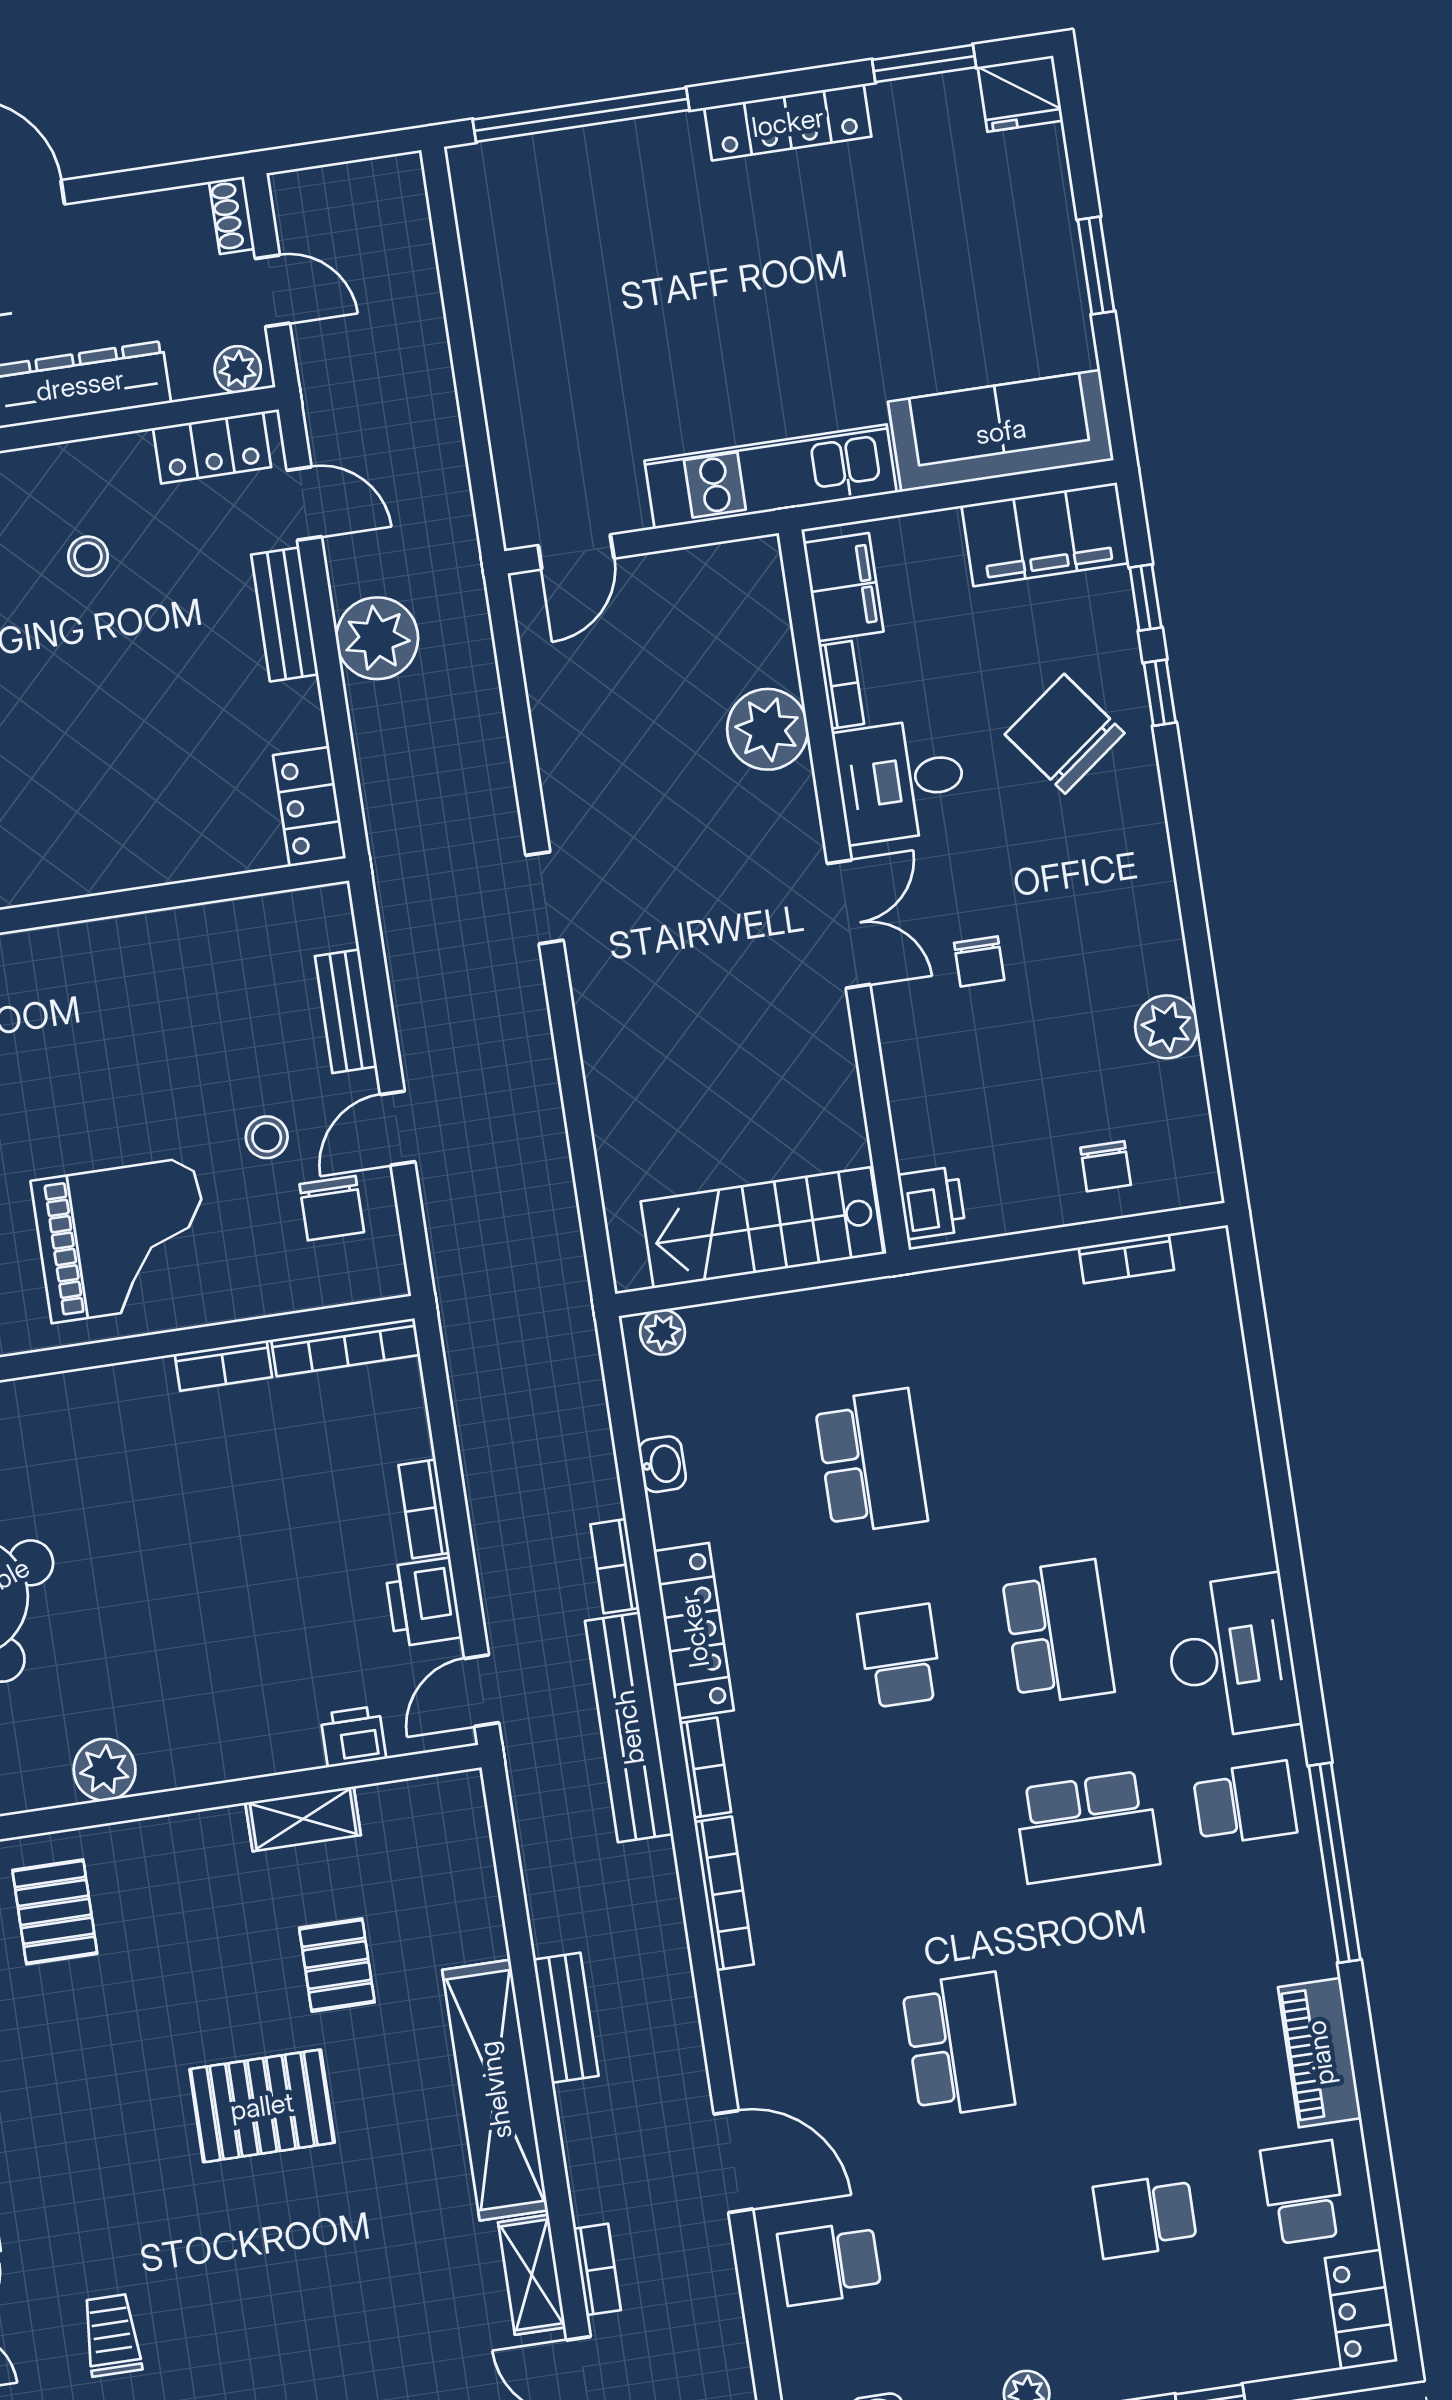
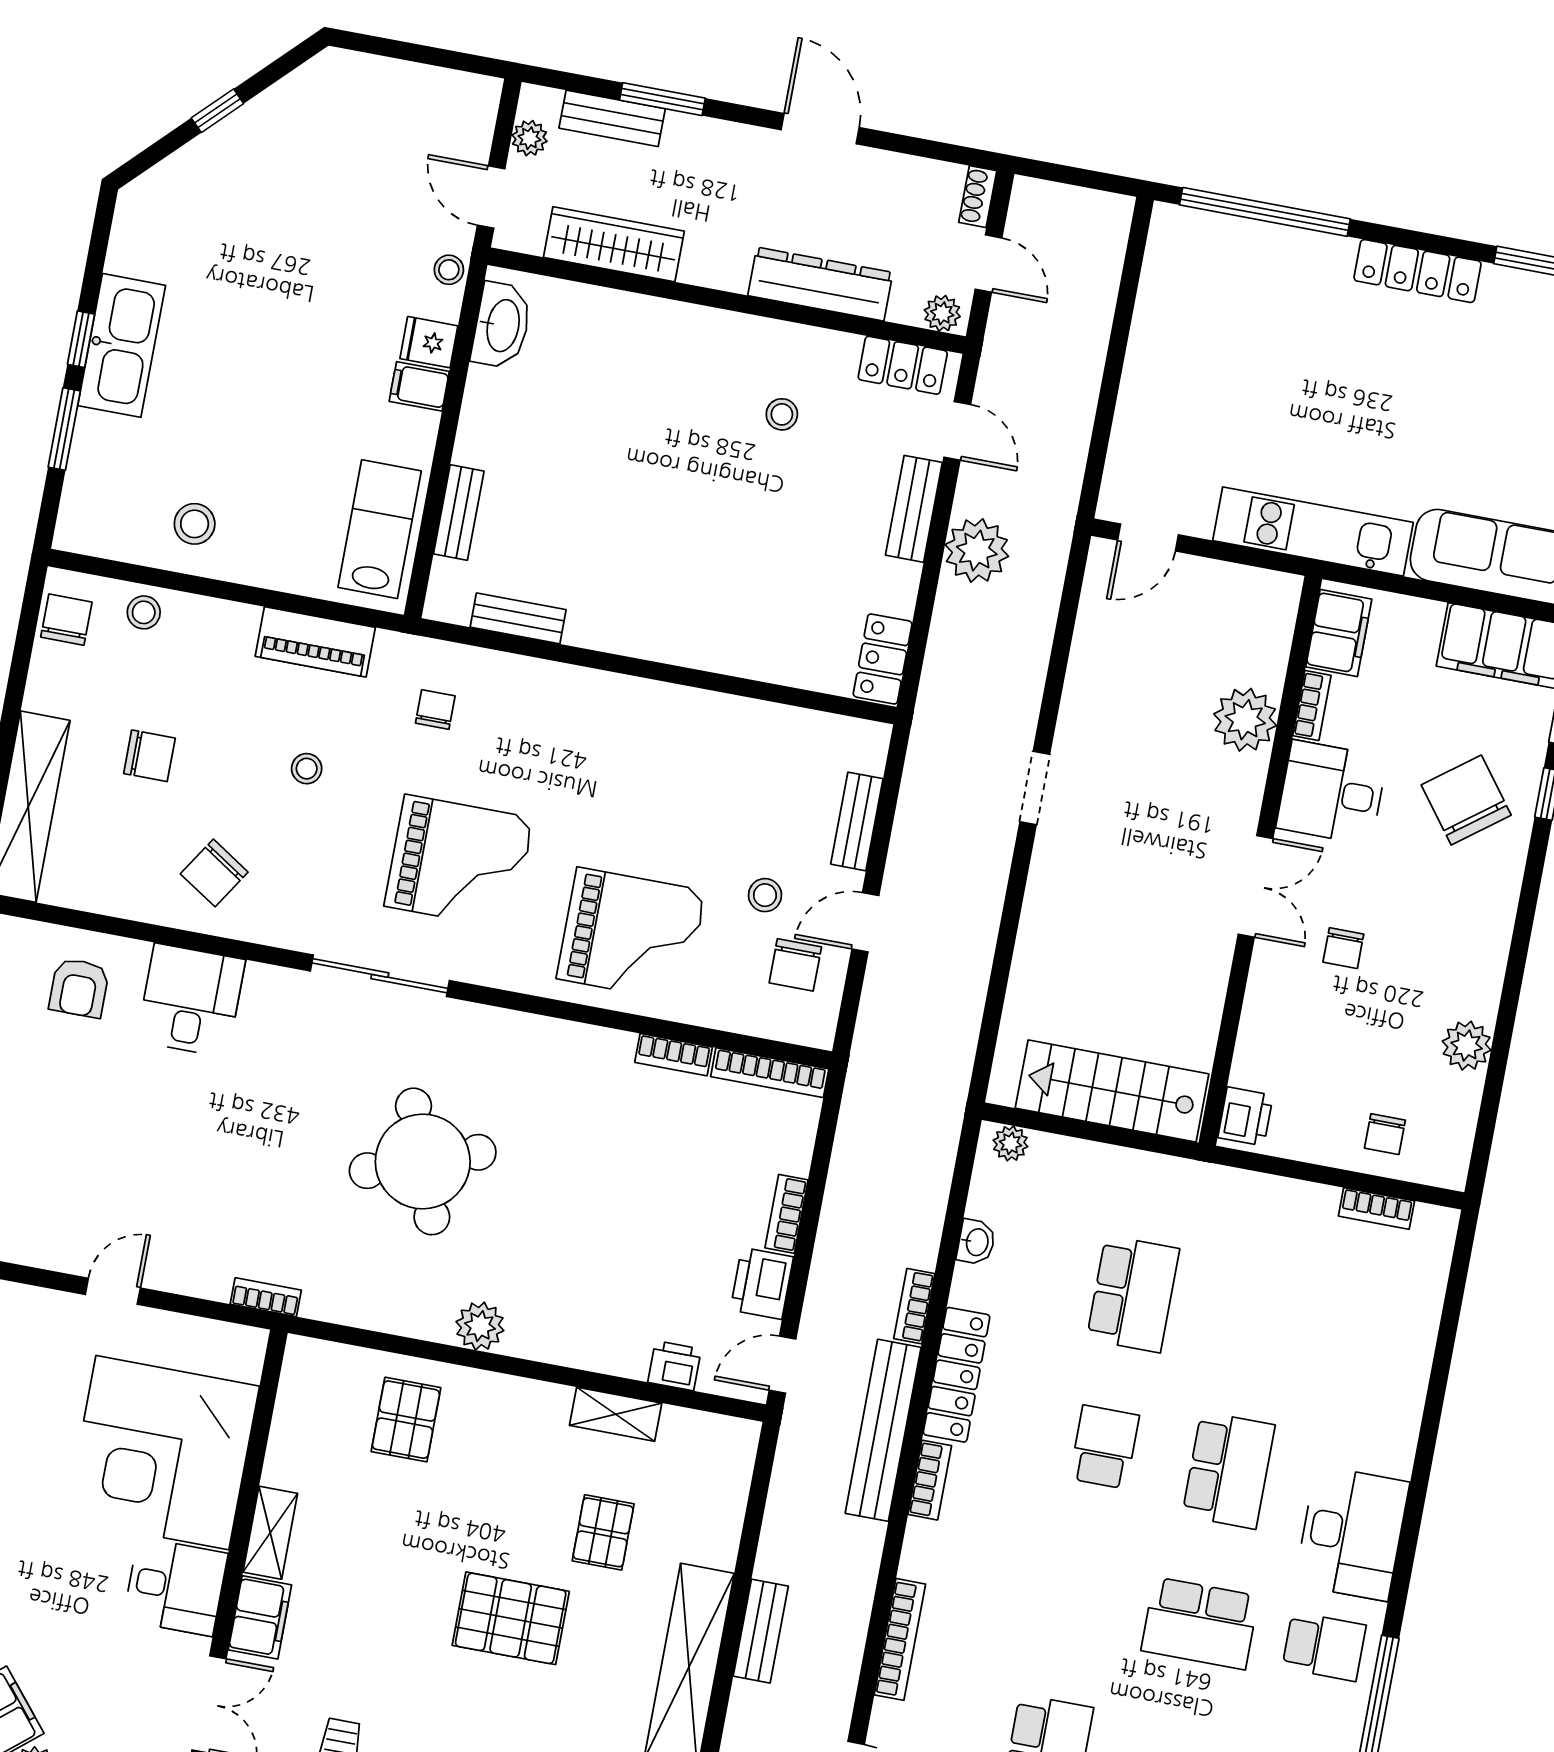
bookcase: (724, 1893) -> (900, 1639), moved

